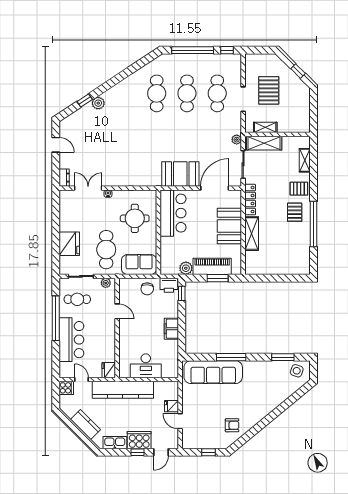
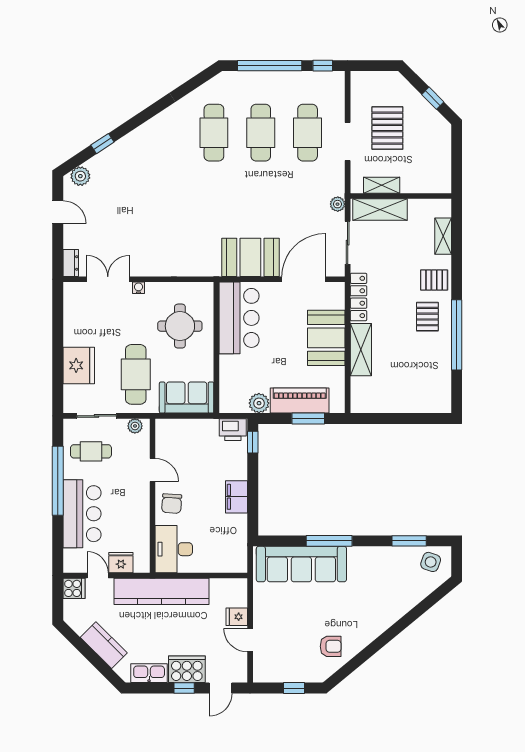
plant: (98, 103) -> (80, 176), moved
chair: (147, 289) -> (172, 504), moved
desk: (146, 366) -> (174, 549), moved, turned 90
fridge: (109, 370) -> (121, 563), moved, turned 90

